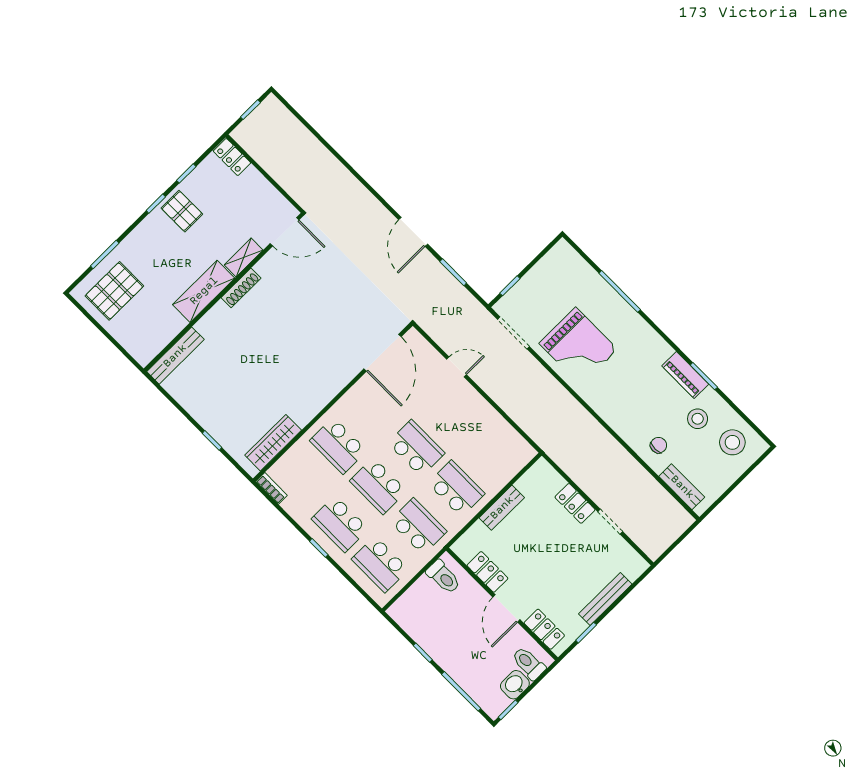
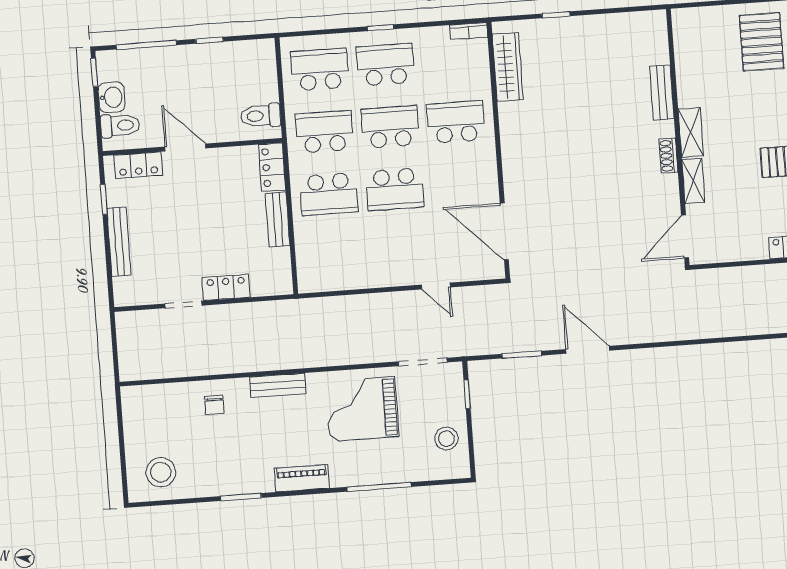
shoe rack: (241, 288) -> (668, 156), width x0.70
shelving: (204, 291) -> (691, 133), width x0.67, depth x0.75
bench: (175, 356) -> (662, 92), moved, width x0.73
door: (456, 367) -> (436, 286), hinge flipped
piano: (685, 375) -> (302, 478), moved
stool: (698, 419) -> (446, 439), moved
bench: (682, 487) -> (278, 385), moved
school desk: (418, 526) -> (324, 132), turned 180
locker: (487, 572) -> (272, 167), moved, turned 90

